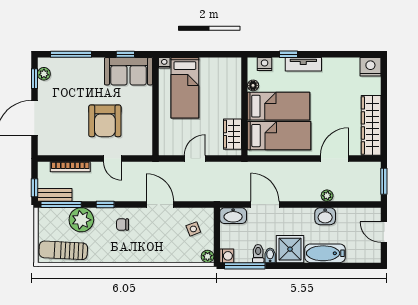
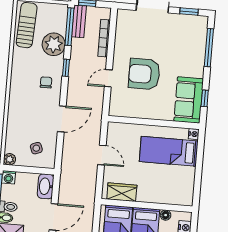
plant: (44, 74) -> (193, 21), removed

